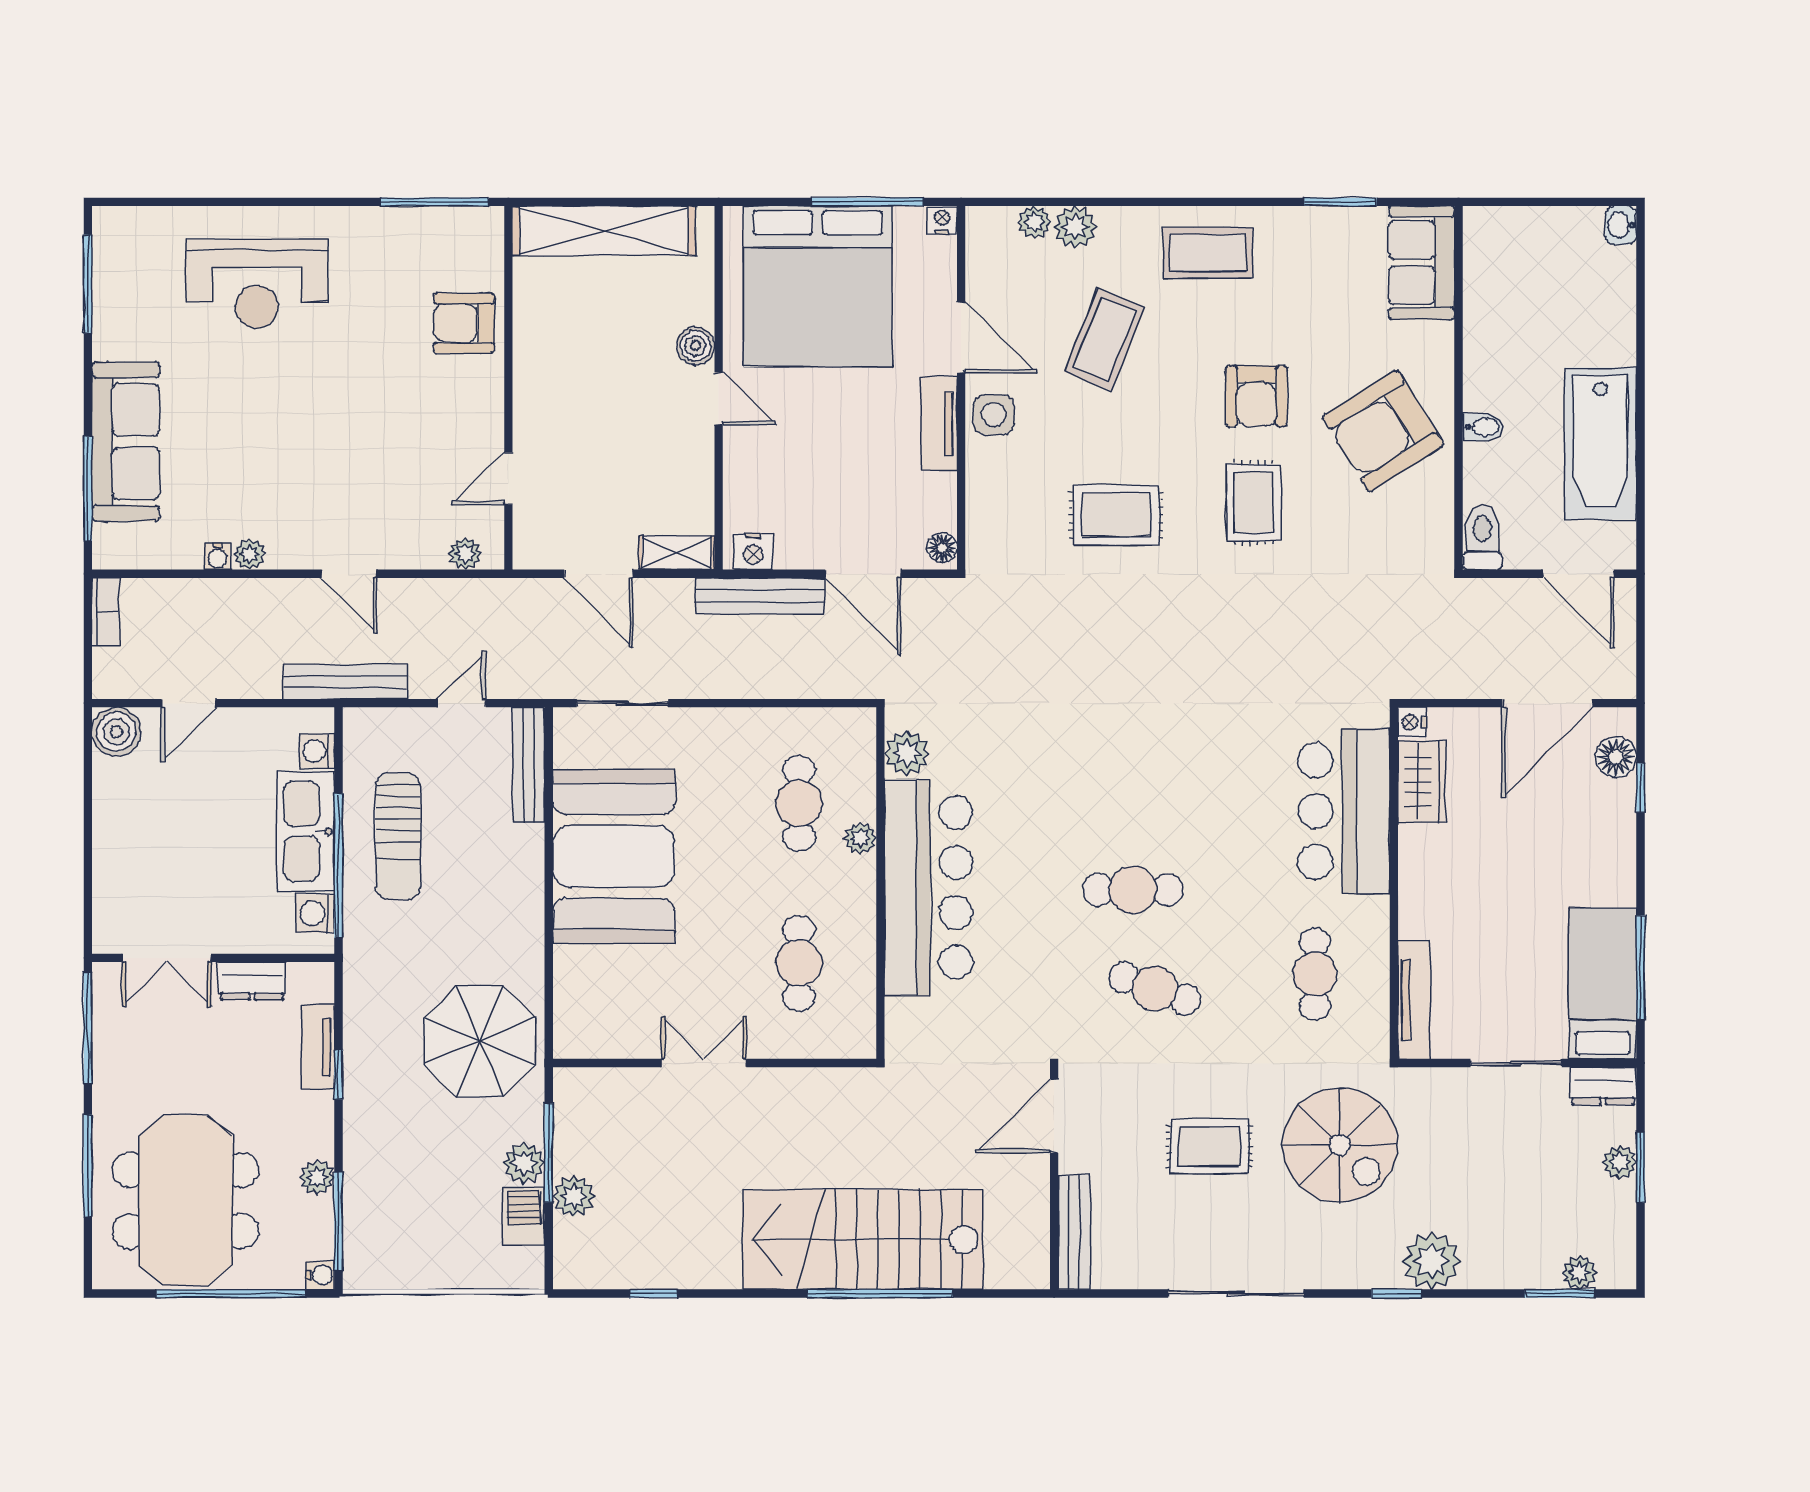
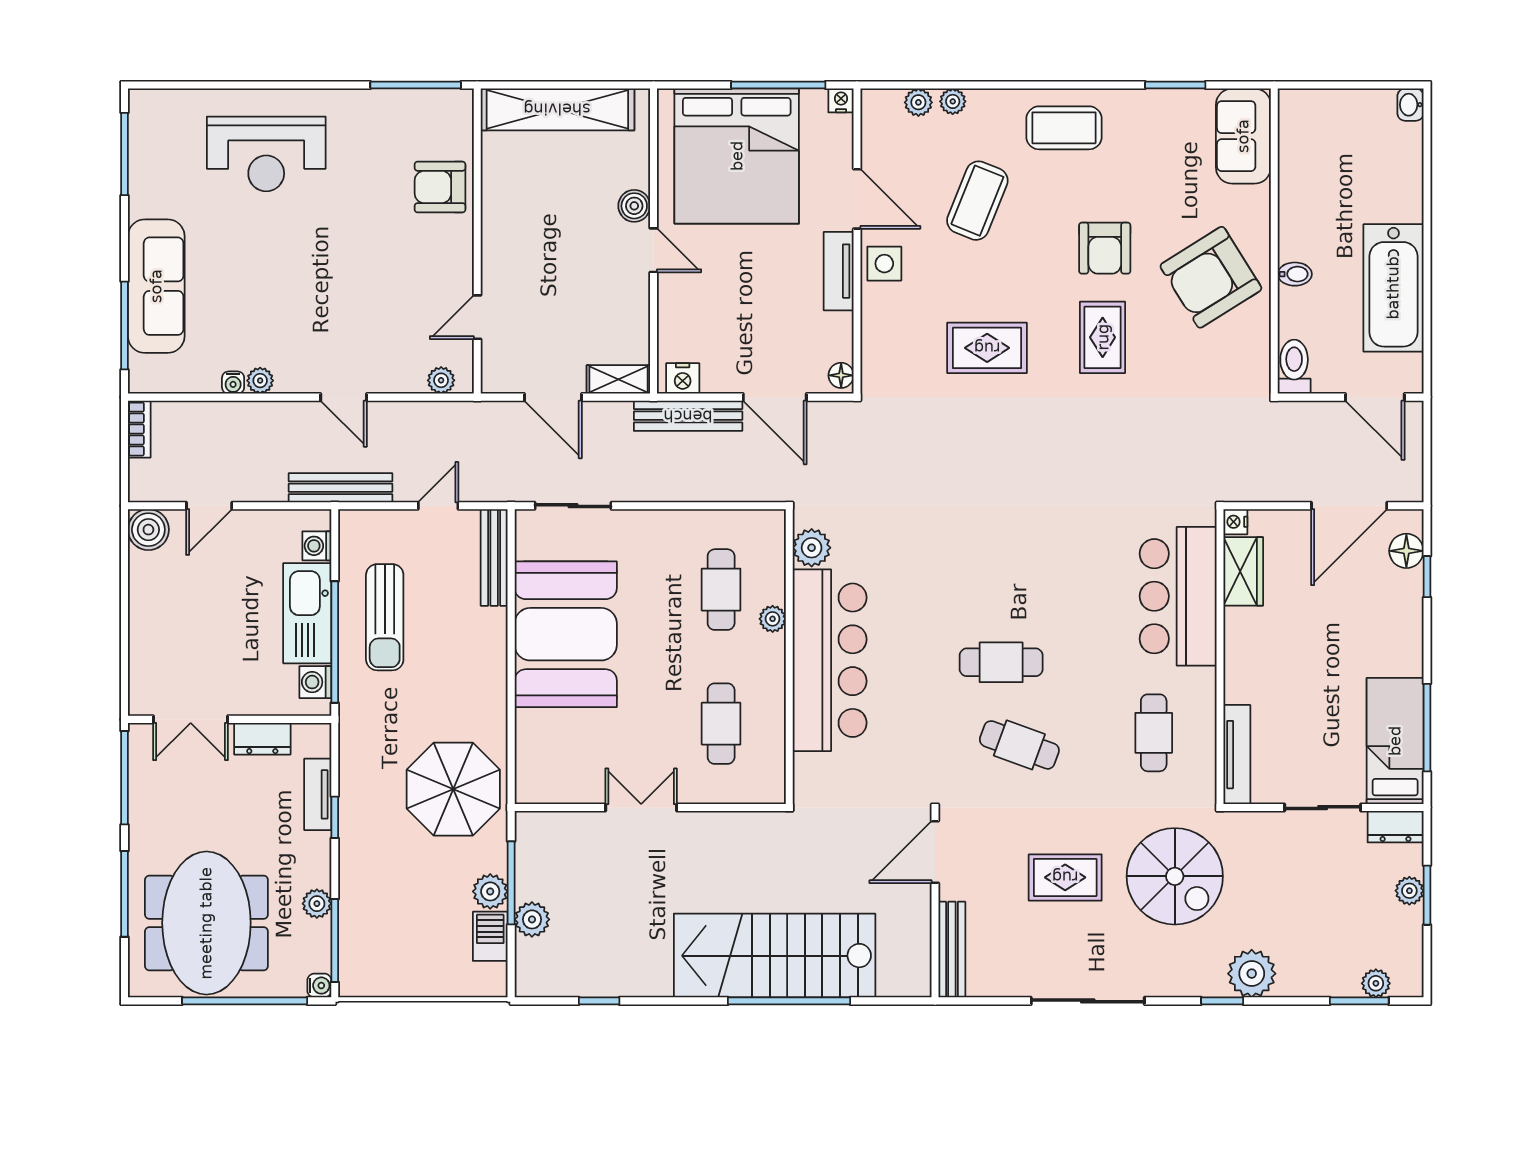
plant: (1075, 227) -> (953, 101), width x0.73, depth x0.73

